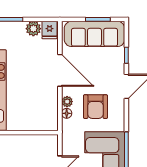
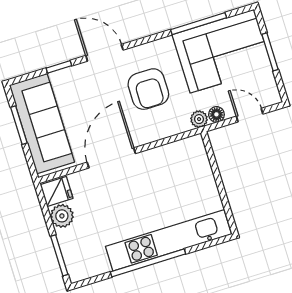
plant: (67, 102) -> (199, 119), moved
armchair: (95, 107) -> (148, 89), turned 90
floor lamp: (67, 113) -> (216, 114), moved

